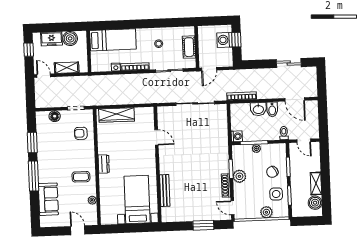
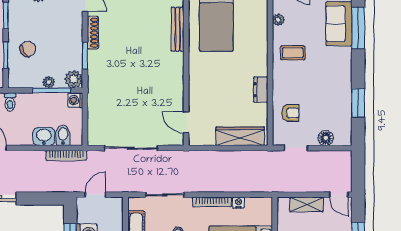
door: (209, 69) -> (95, 195), moved
bidet: (272, 109) -> (63, 135), moved
door: (156, 137) -> (186, 122), moved
dresser: (104, 164) -> (261, 90), moved
window: (34, 176) -> (358, 28), moved
plant: (239, 176) -> (74, 79), moved
side table: (276, 194) -> (24, 18), removed

